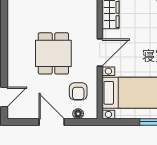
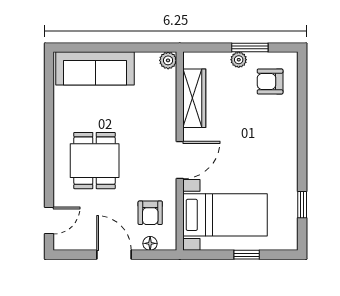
dining table: (53, 53) -> (95, 161), moved

